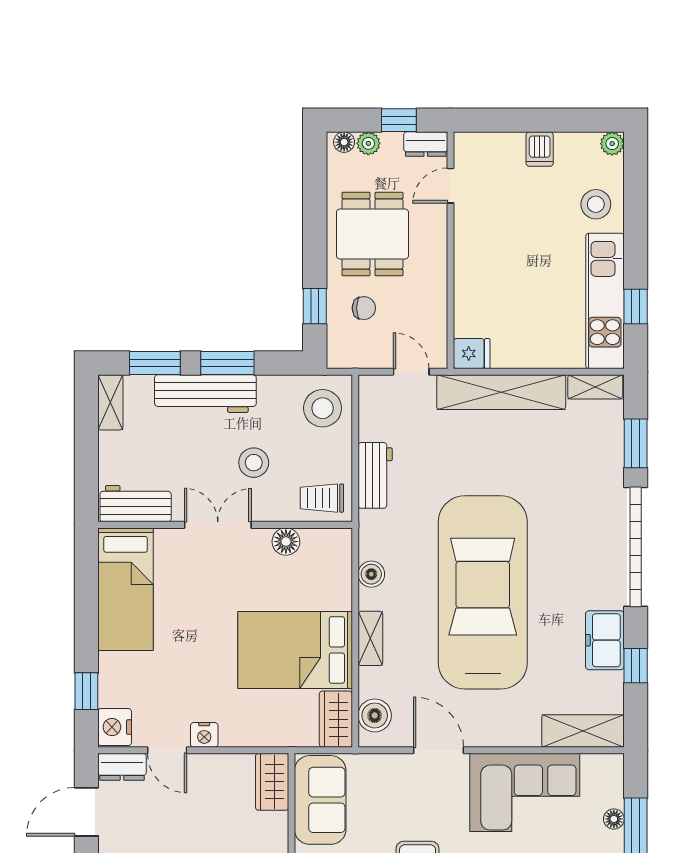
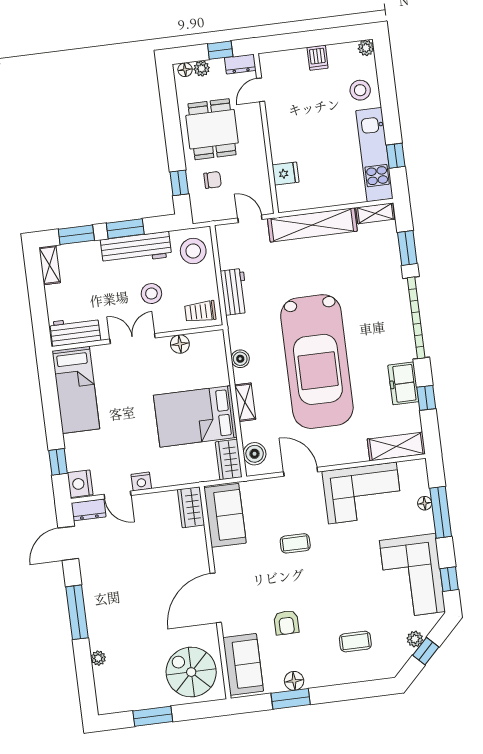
fridge: (472, 354) -> (286, 174), moved
workbench: (205, 394) -> (136, 248), moved
car: (483, 592) -> (317, 362), turned 180

